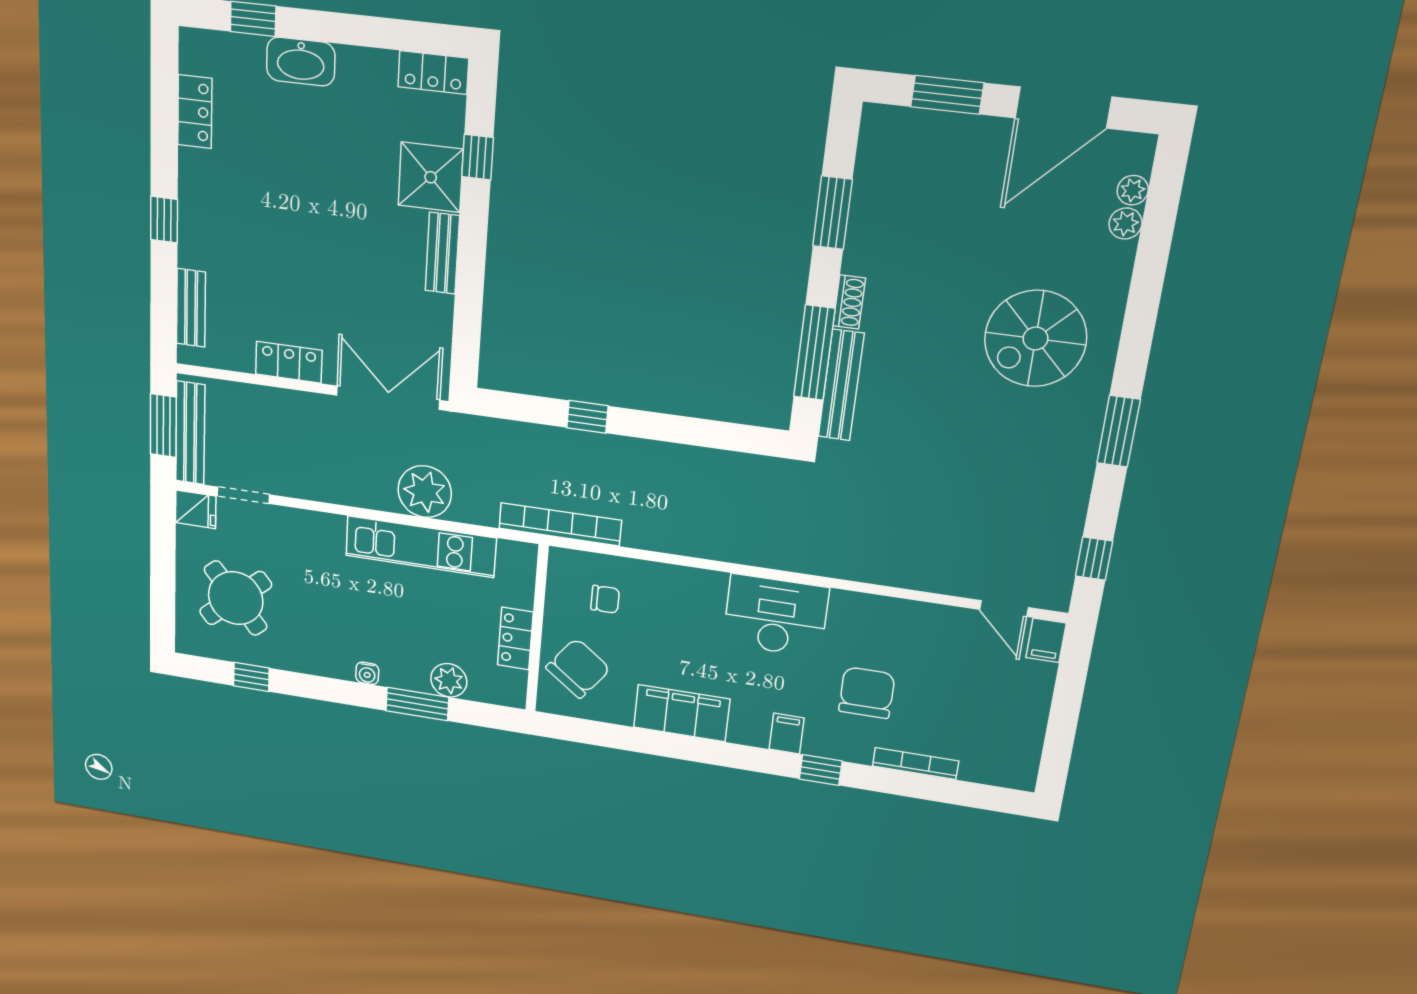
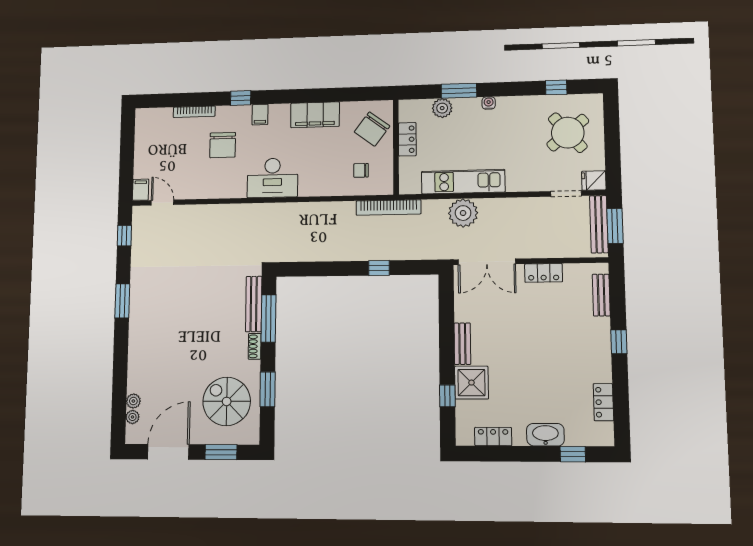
locker: (433, 73) -> (493, 437), moved
spiral stairs: (1035, 339) -> (227, 401), moved, turned -90

